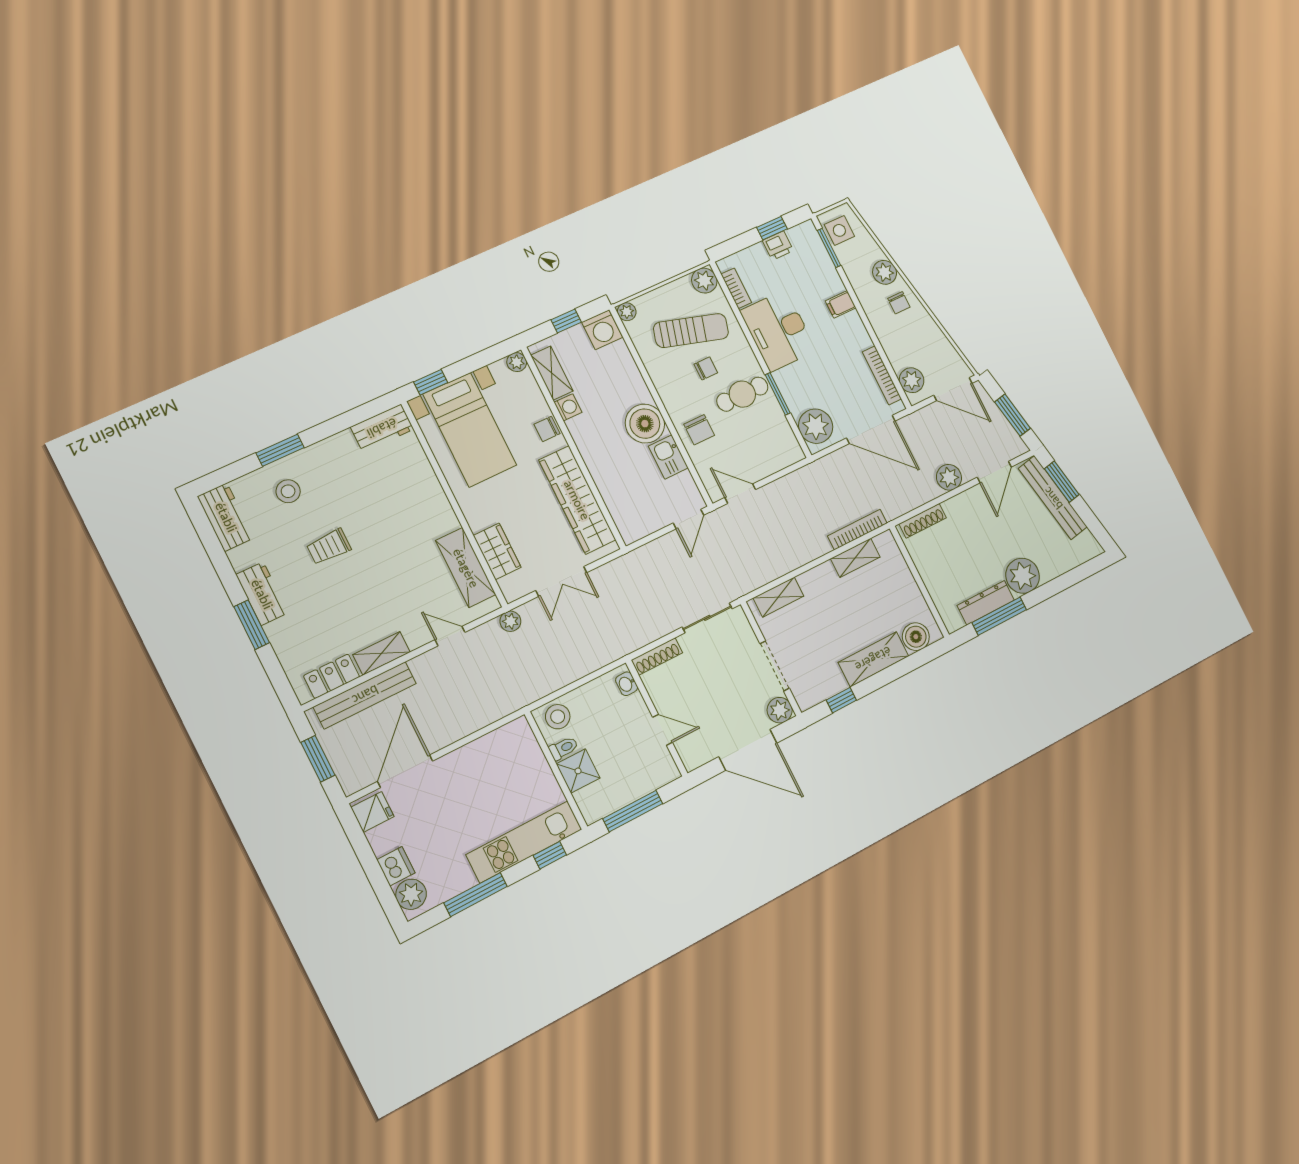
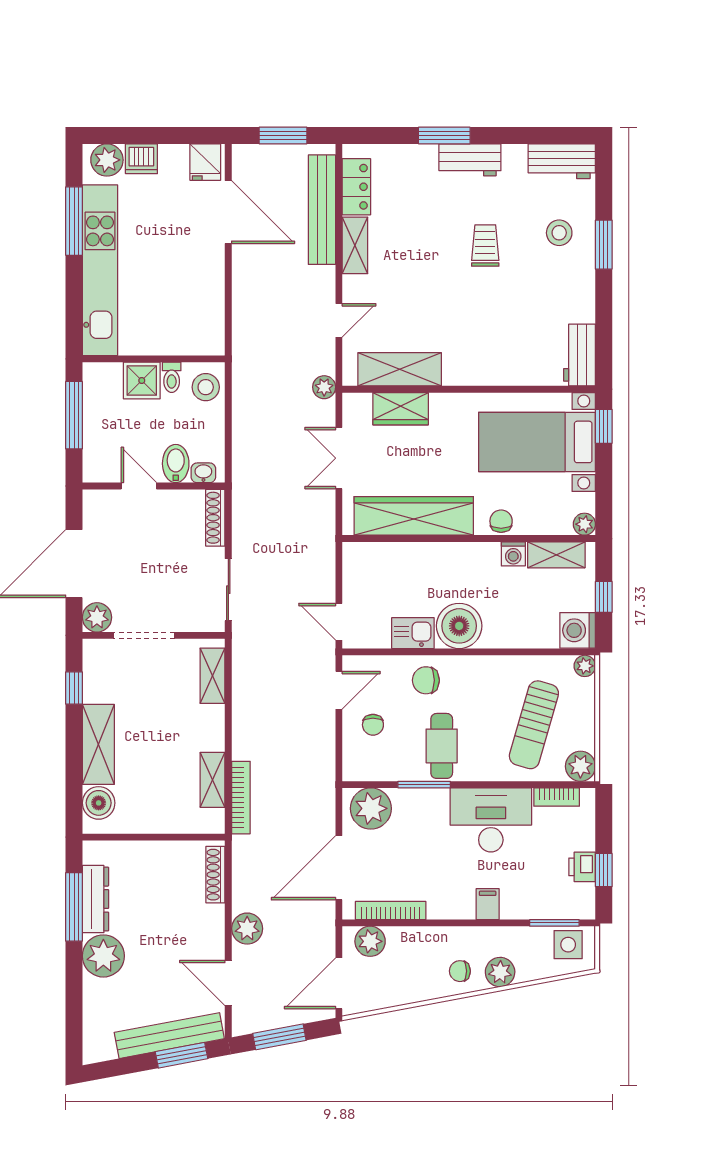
chair: (706, 368) -> (373, 725), moved
bidet: (630, 710) -> (176, 464), added
door: (662, 730) -> (139, 486), swing flipped
kitchen unit: (524, 842) -> (100, 270), width x1.36
window: (550, 855) -> (74, 311), removed

